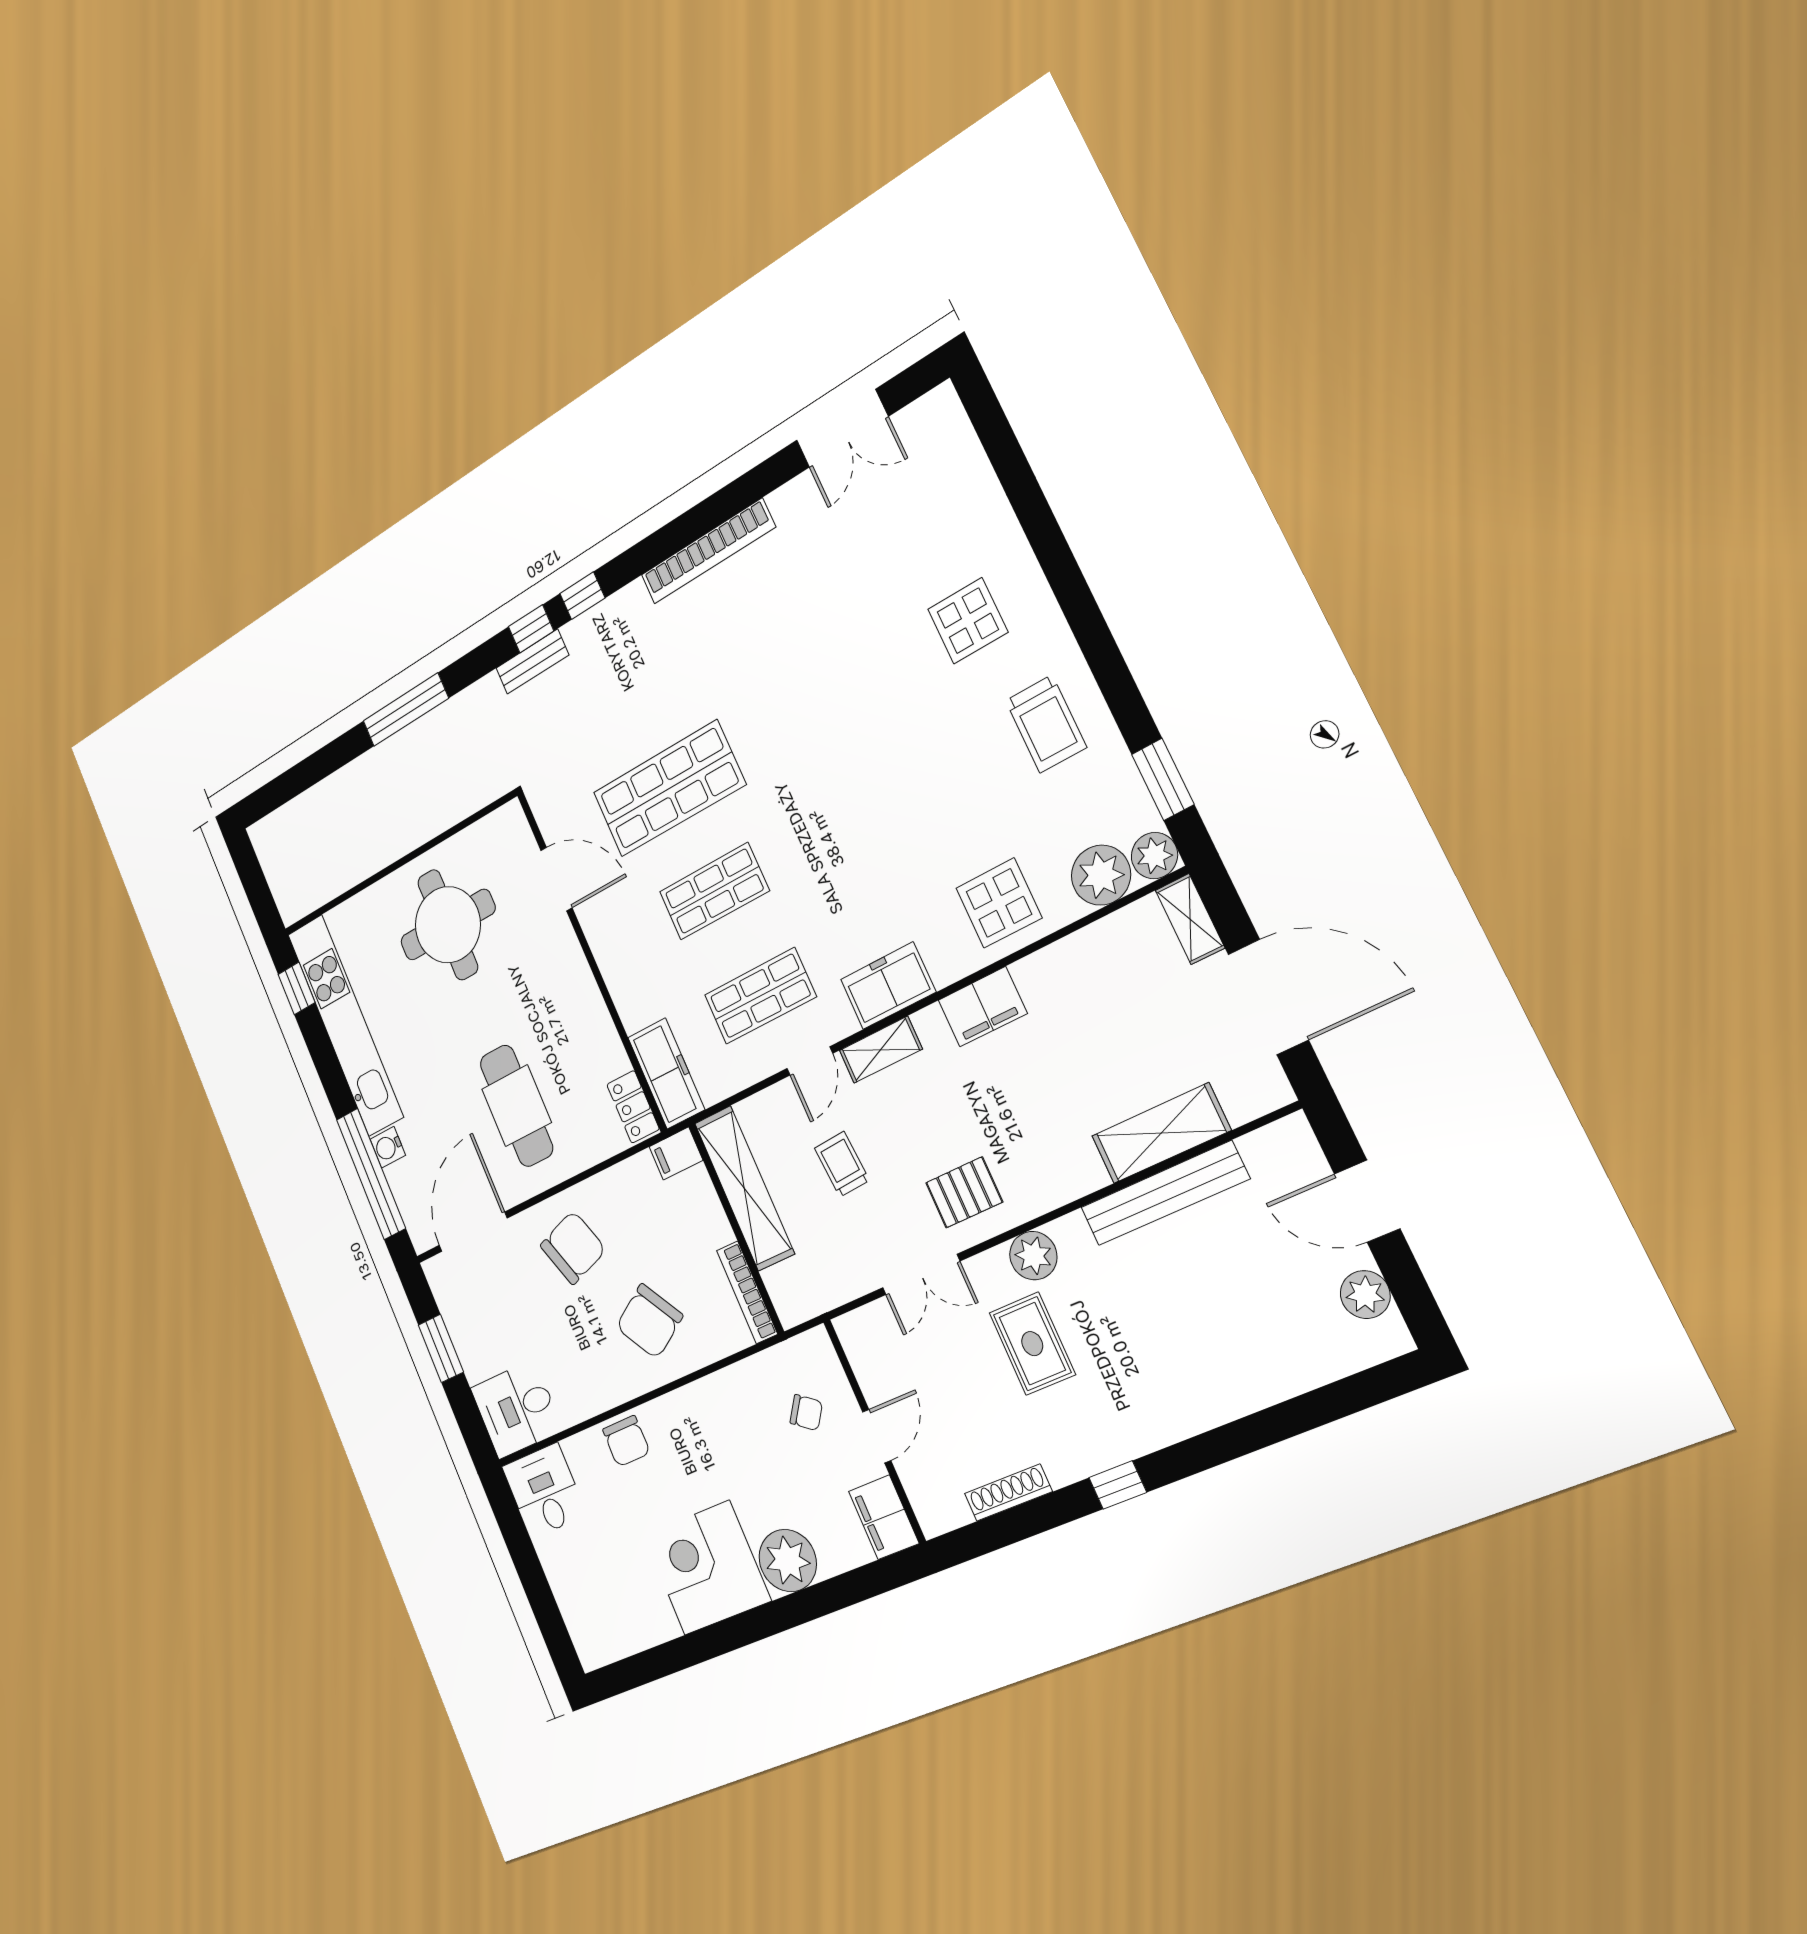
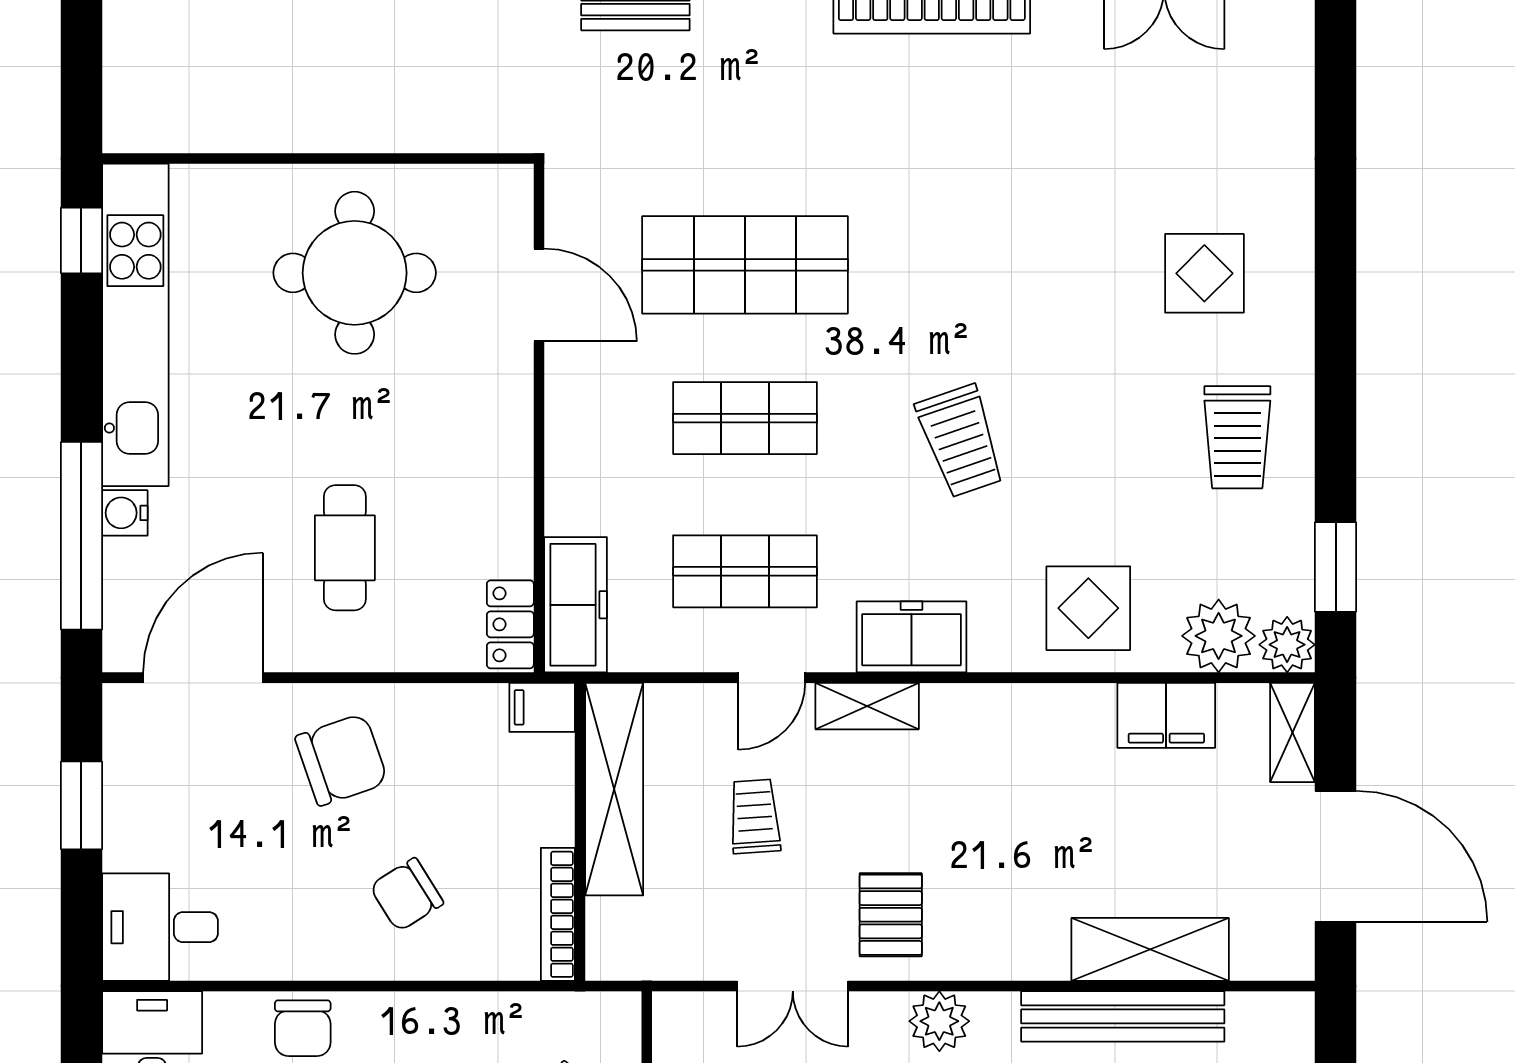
trolley: (858, 831) -> (961, 441), added
filing cabinet: (983, 1007) -> (1166, 715), moved
cafe table: (516, 1106) -> (345, 548), width x0.73, depth x0.74
pallet: (964, 1192) -> (891, 915), turned 90
chair: (649, 1321) -> (407, 895), width x0.73, depth x0.73

